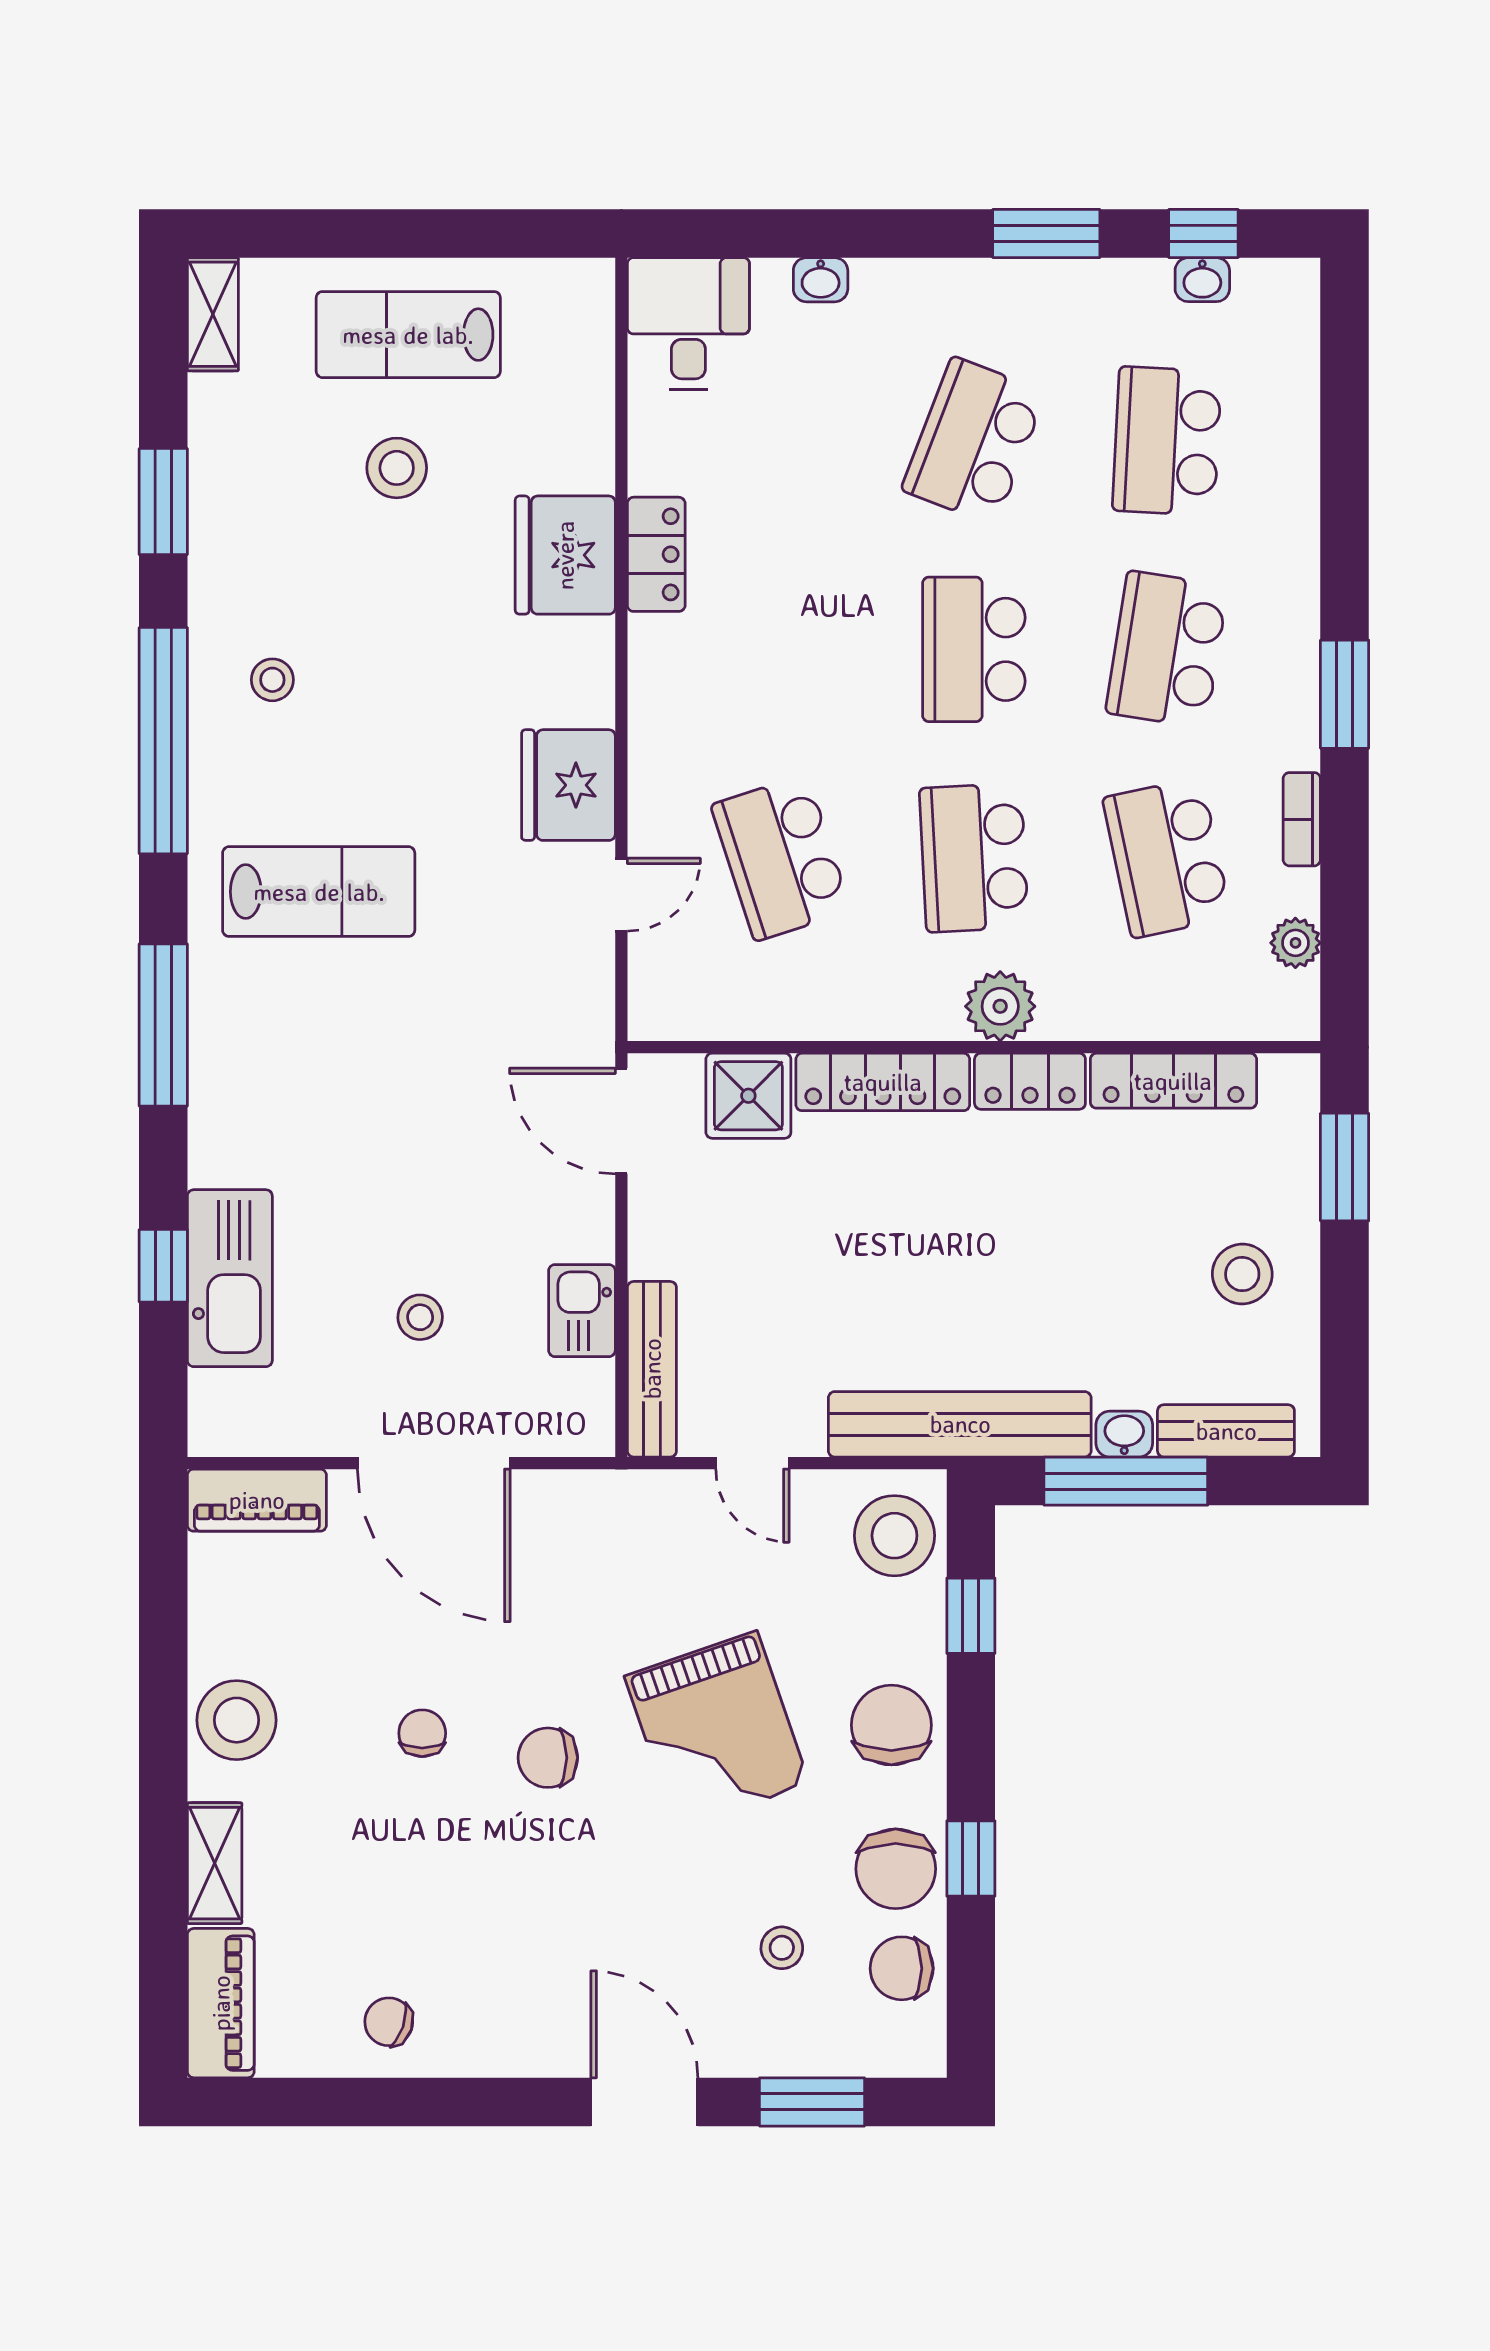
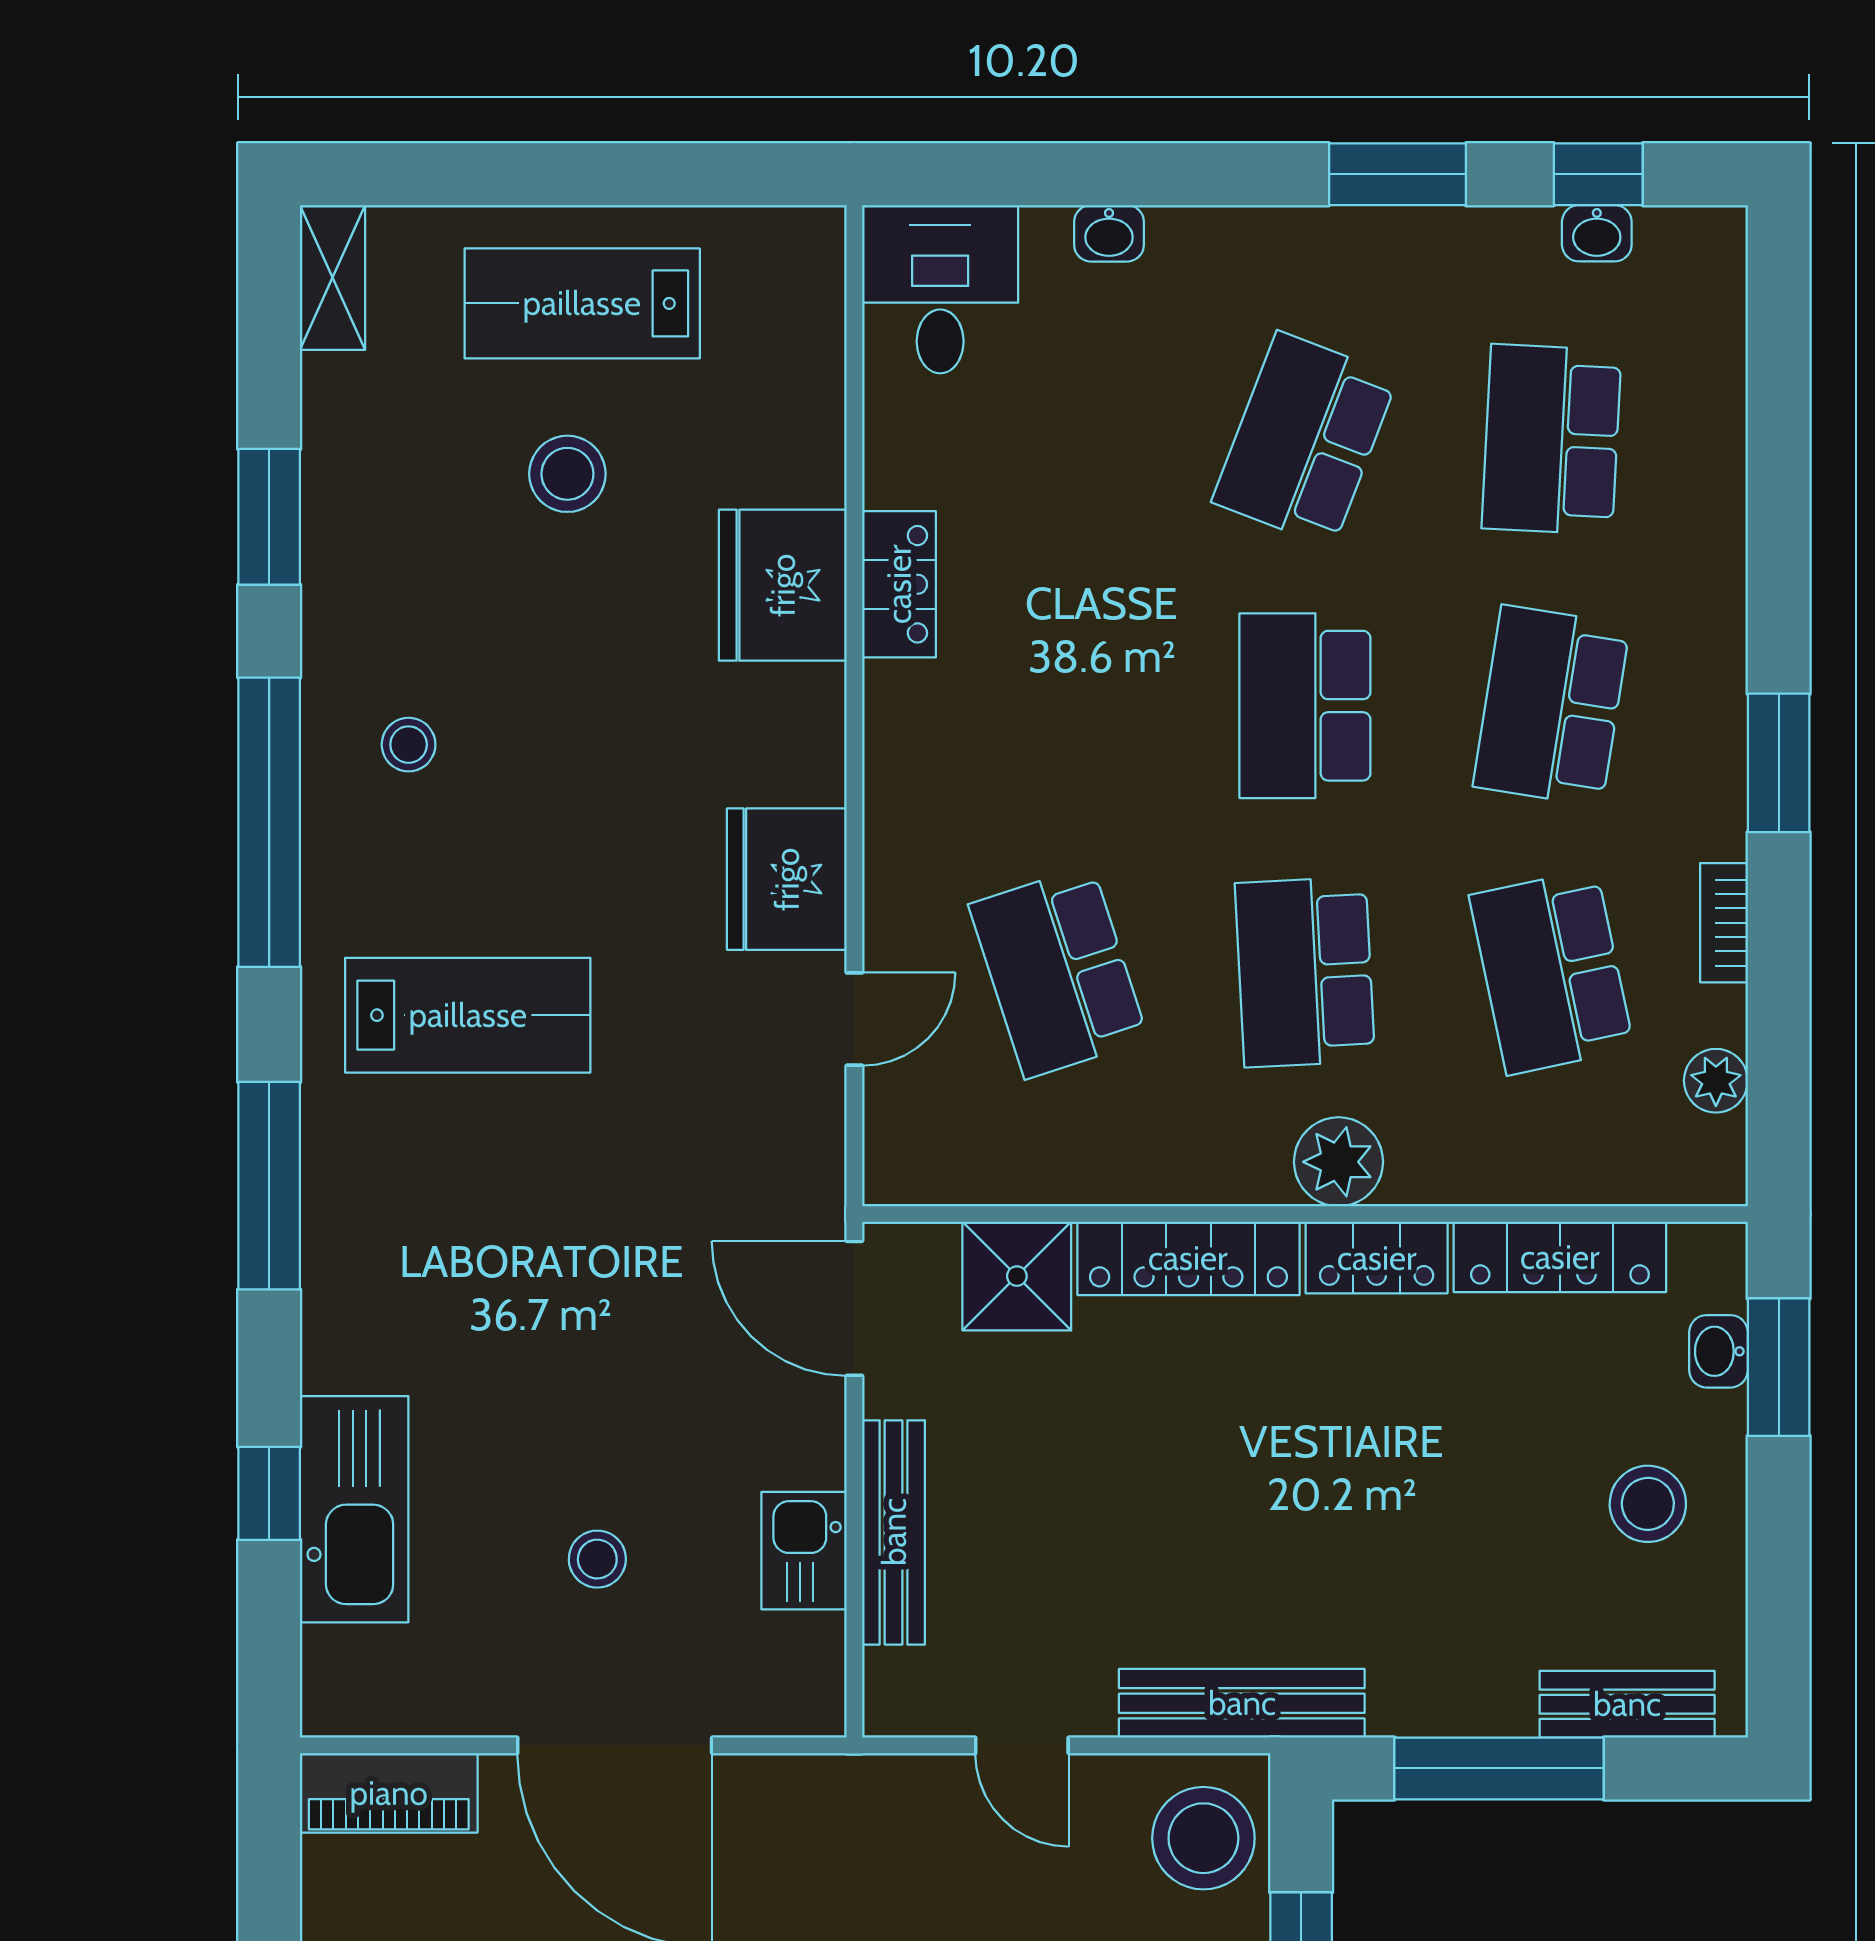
bench: (652, 1369) -> (894, 1532), moved
bench: (960, 1424) -> (1242, 1703), width x0.73, depth x0.82
washbasin: (1124, 1434) -> (1718, 1351), moved, turned -90

